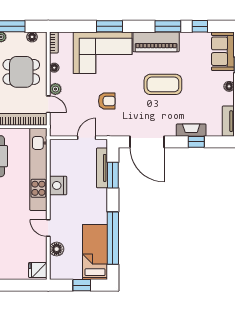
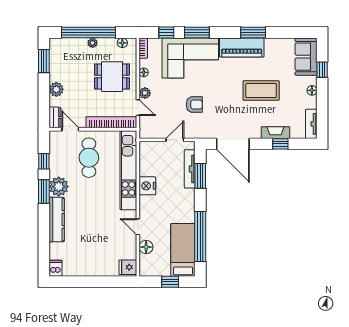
window: (200, 26) -> (166, 33), moved
coffee table: (163, 84) -> (261, 91), moved

